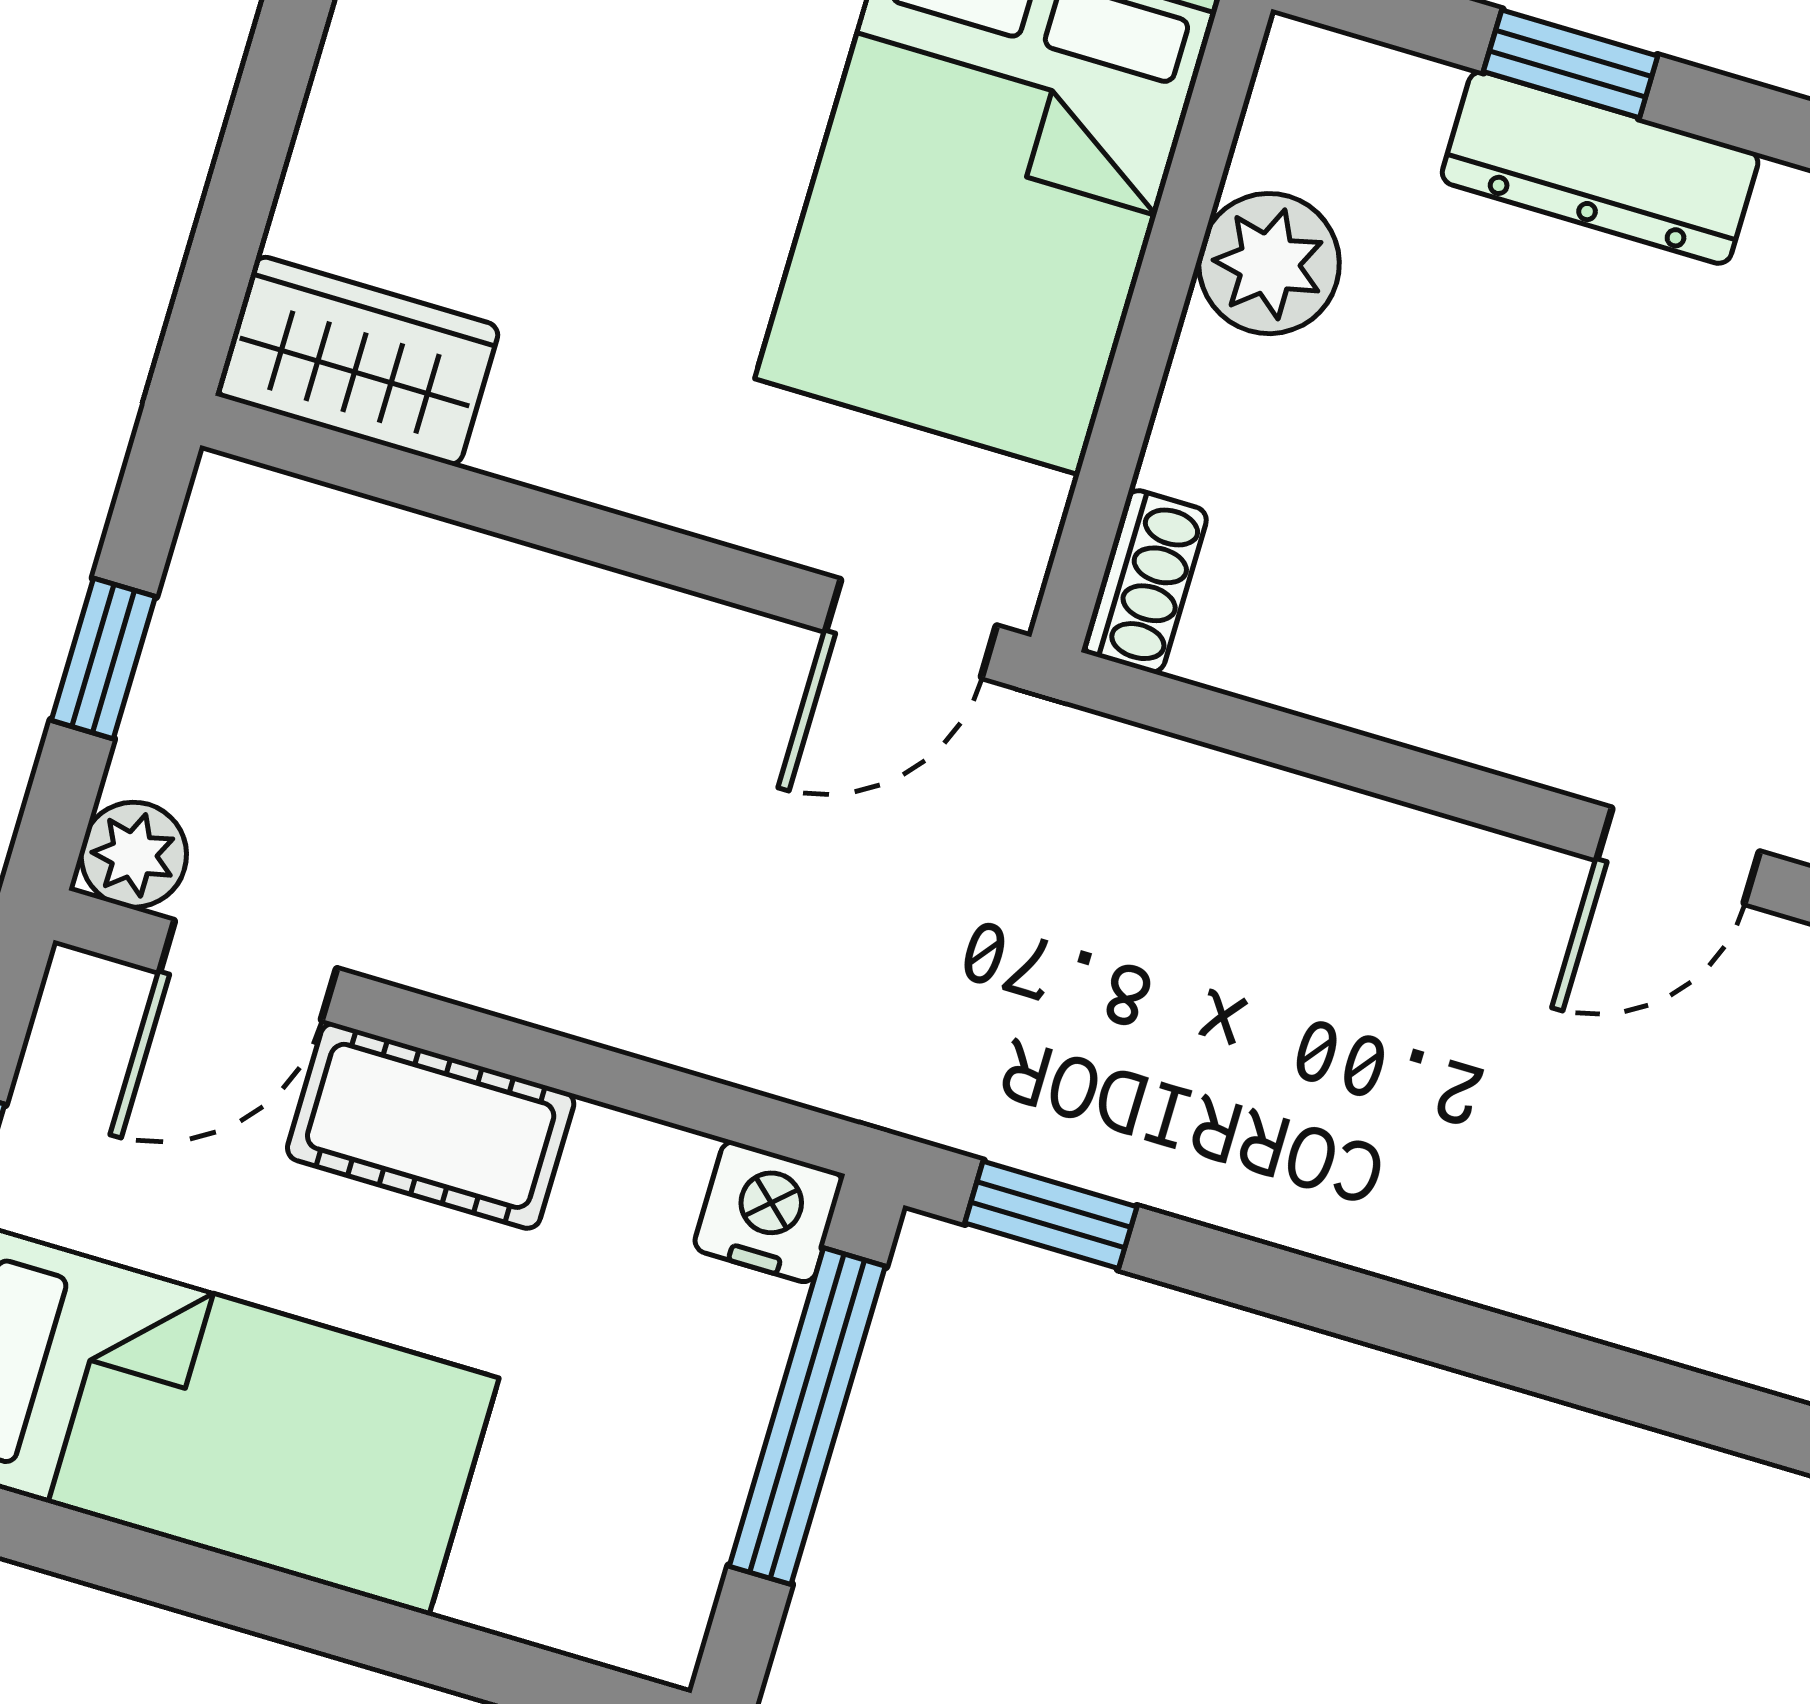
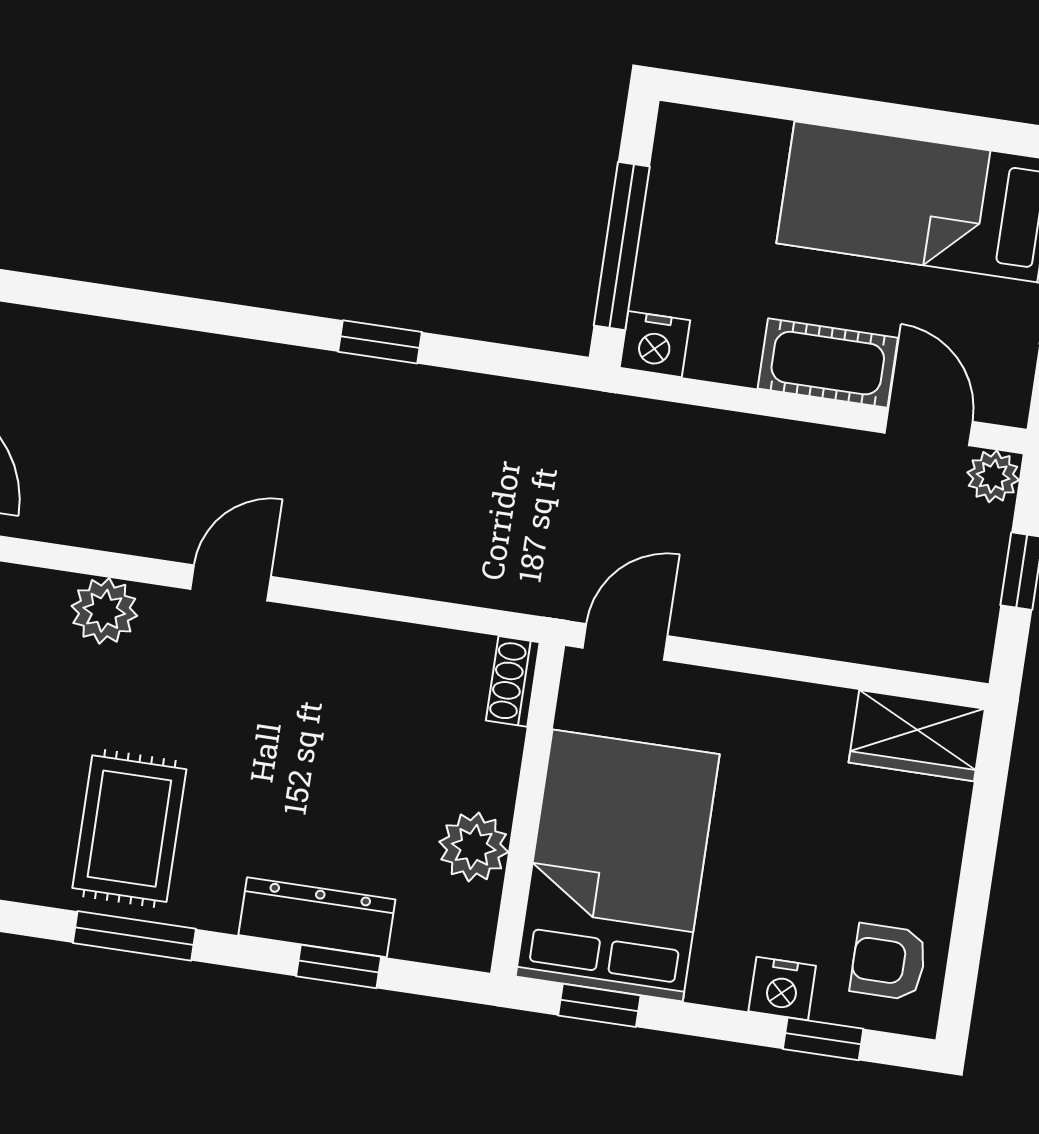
door: (248, 970) -> (929, 427), hinge flipped
window: (1051, 1215) -> (380, 342), moved

